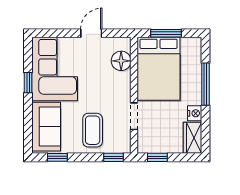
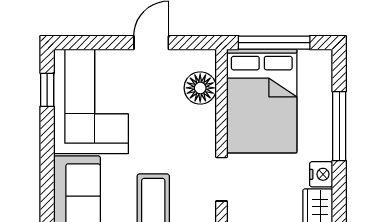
window: (166, 33) -> (274, 43), width x1.44
window: (28, 83) -> (47, 90), moved

